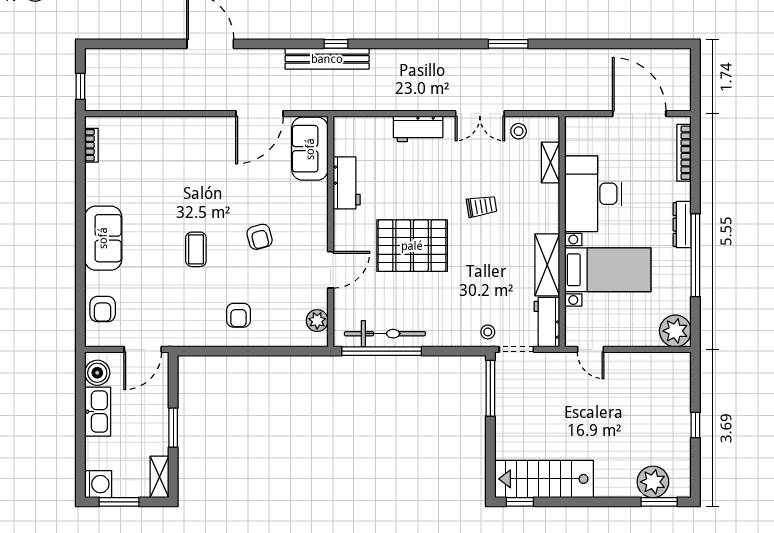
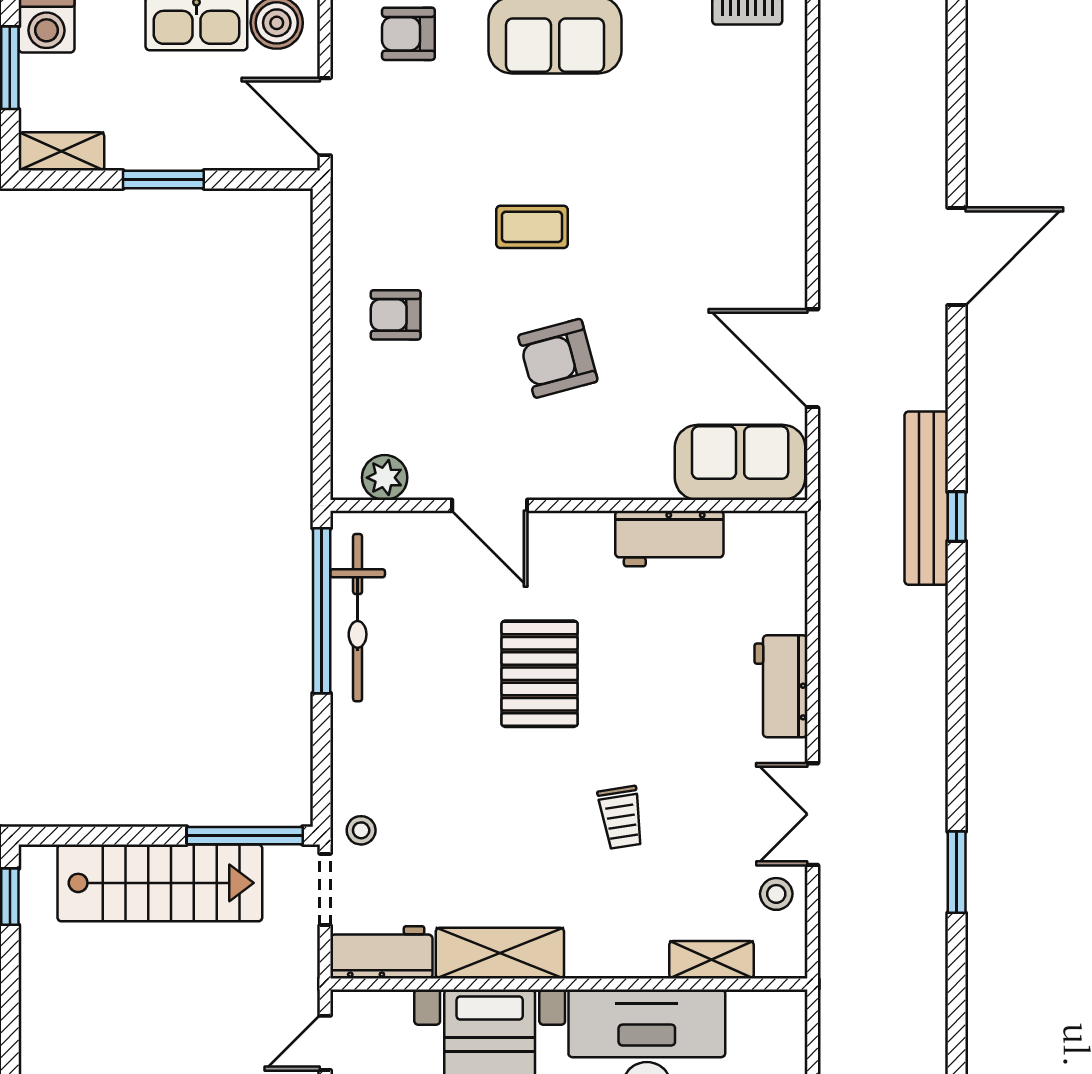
armchair: (260, 237) -> (558, 358), width x1.38, depth x1.38
pallet: (412, 246) -> (540, 674), width x0.73, depth x0.71
stairs: (544, 479) -> (160, 883), moved, turned 90

